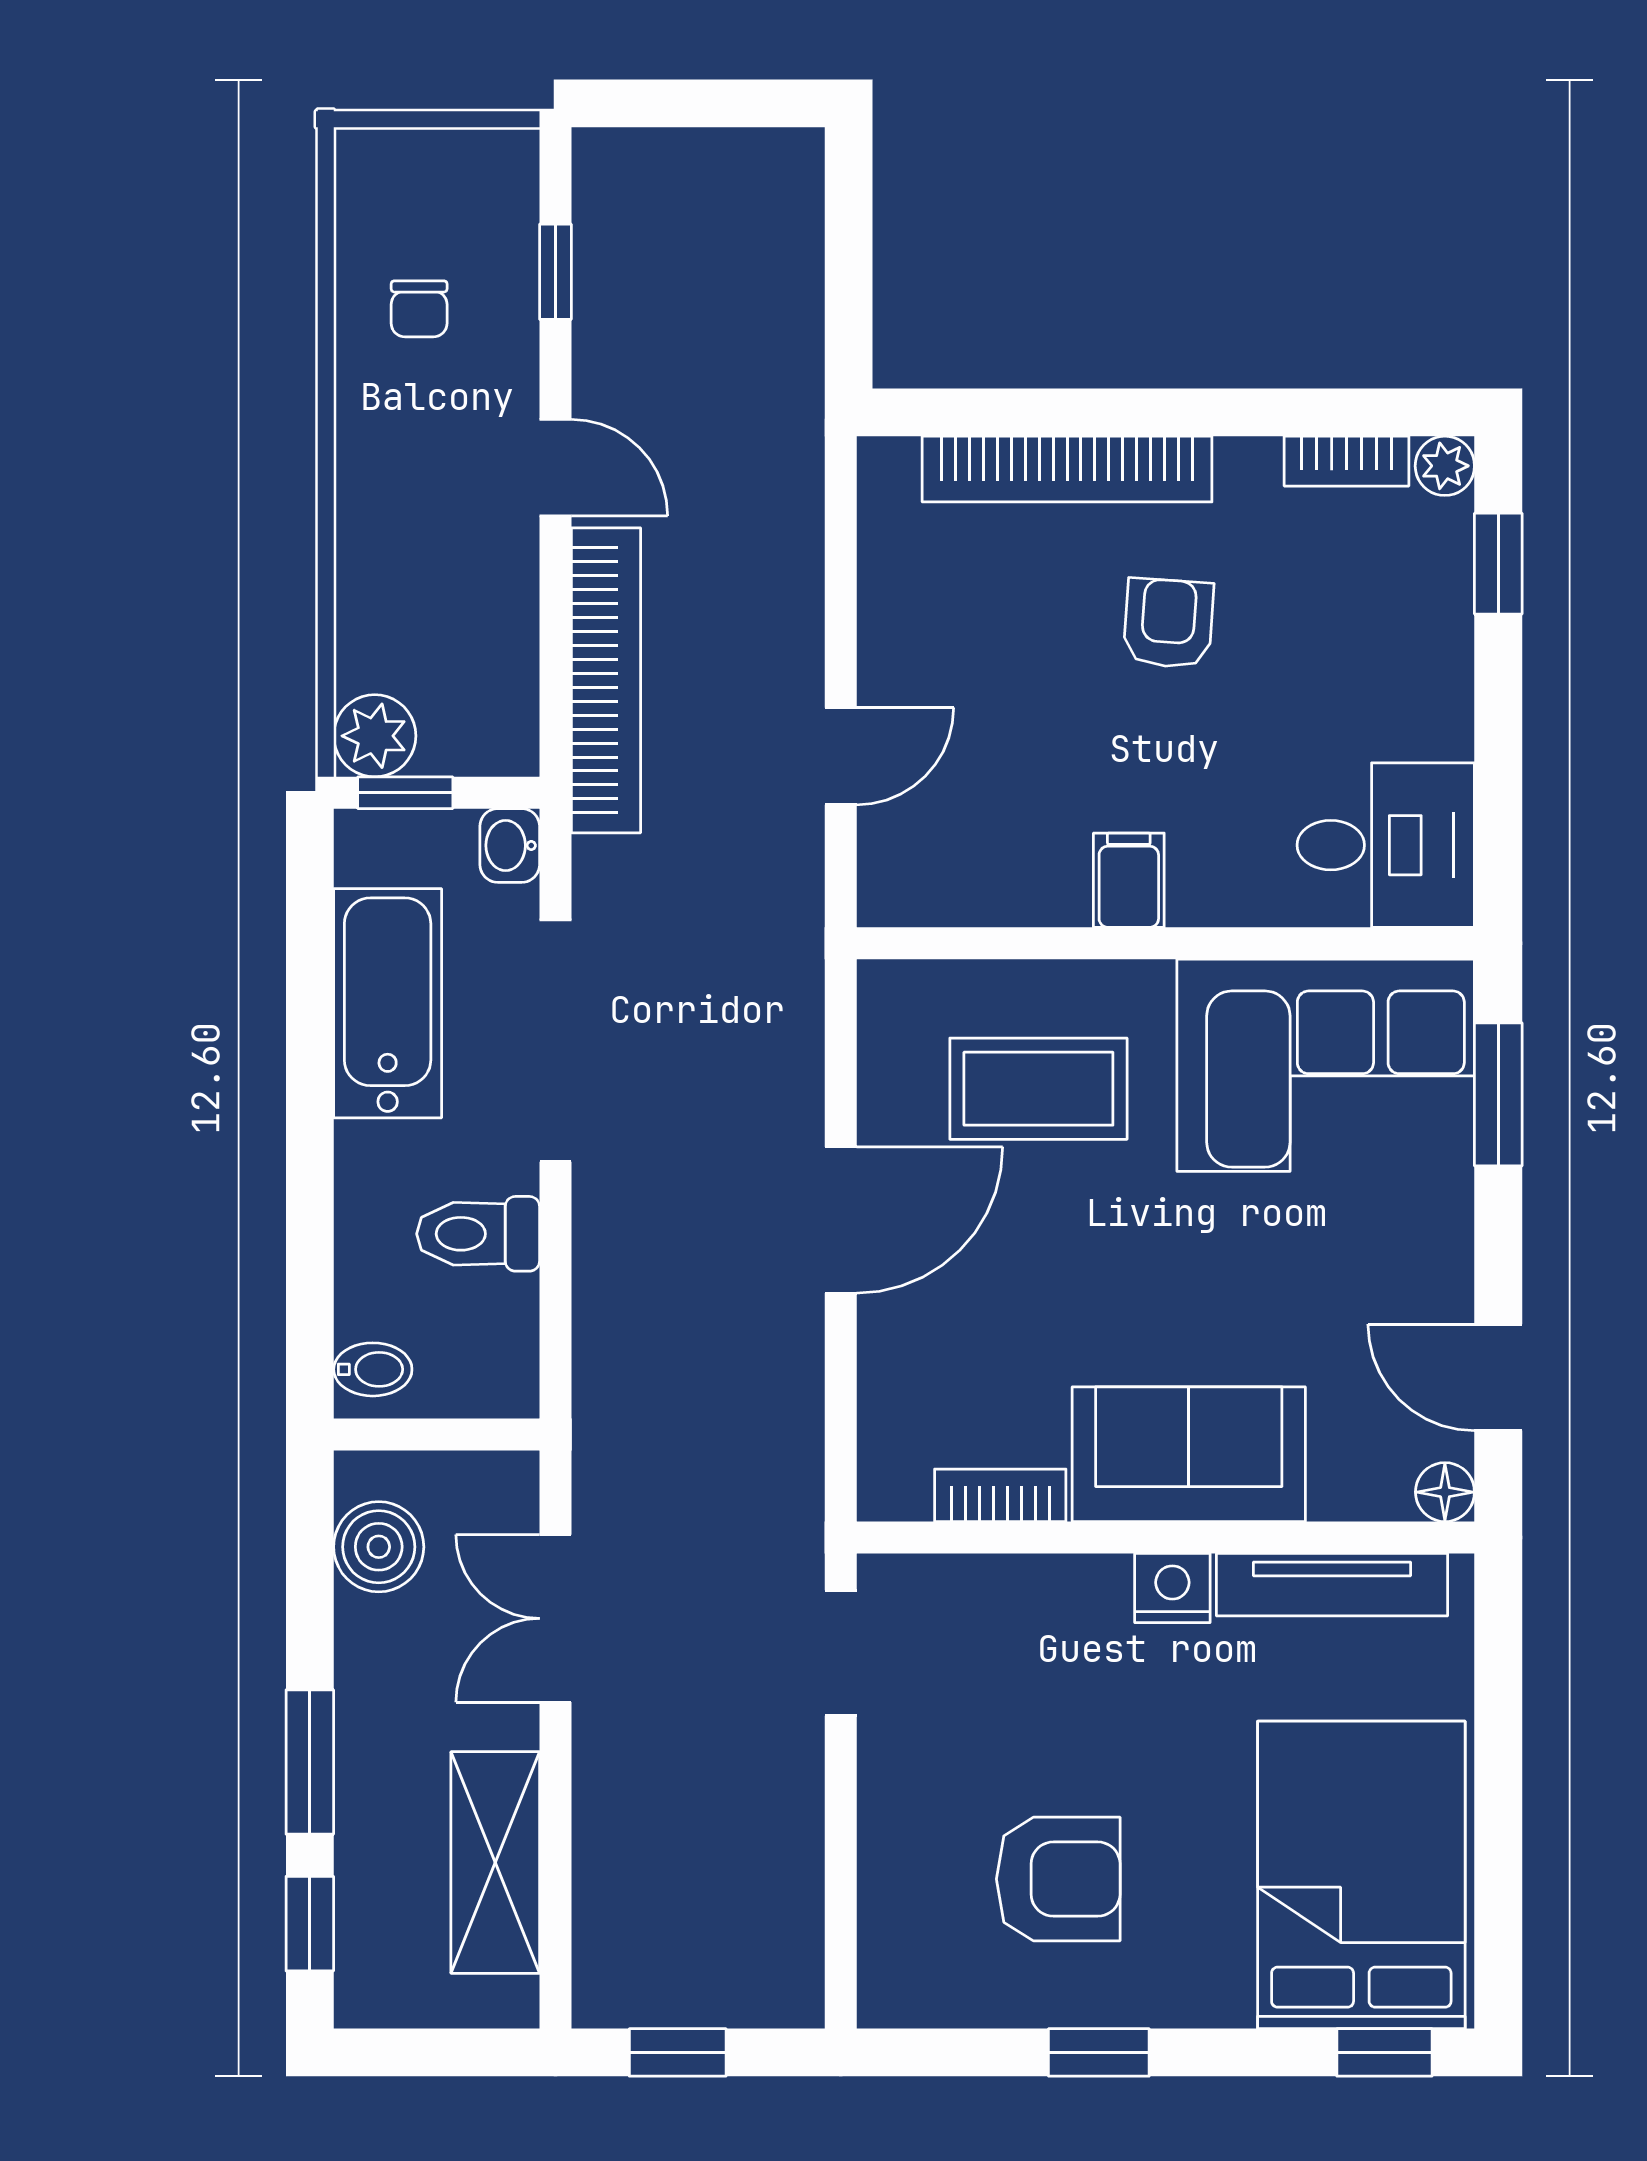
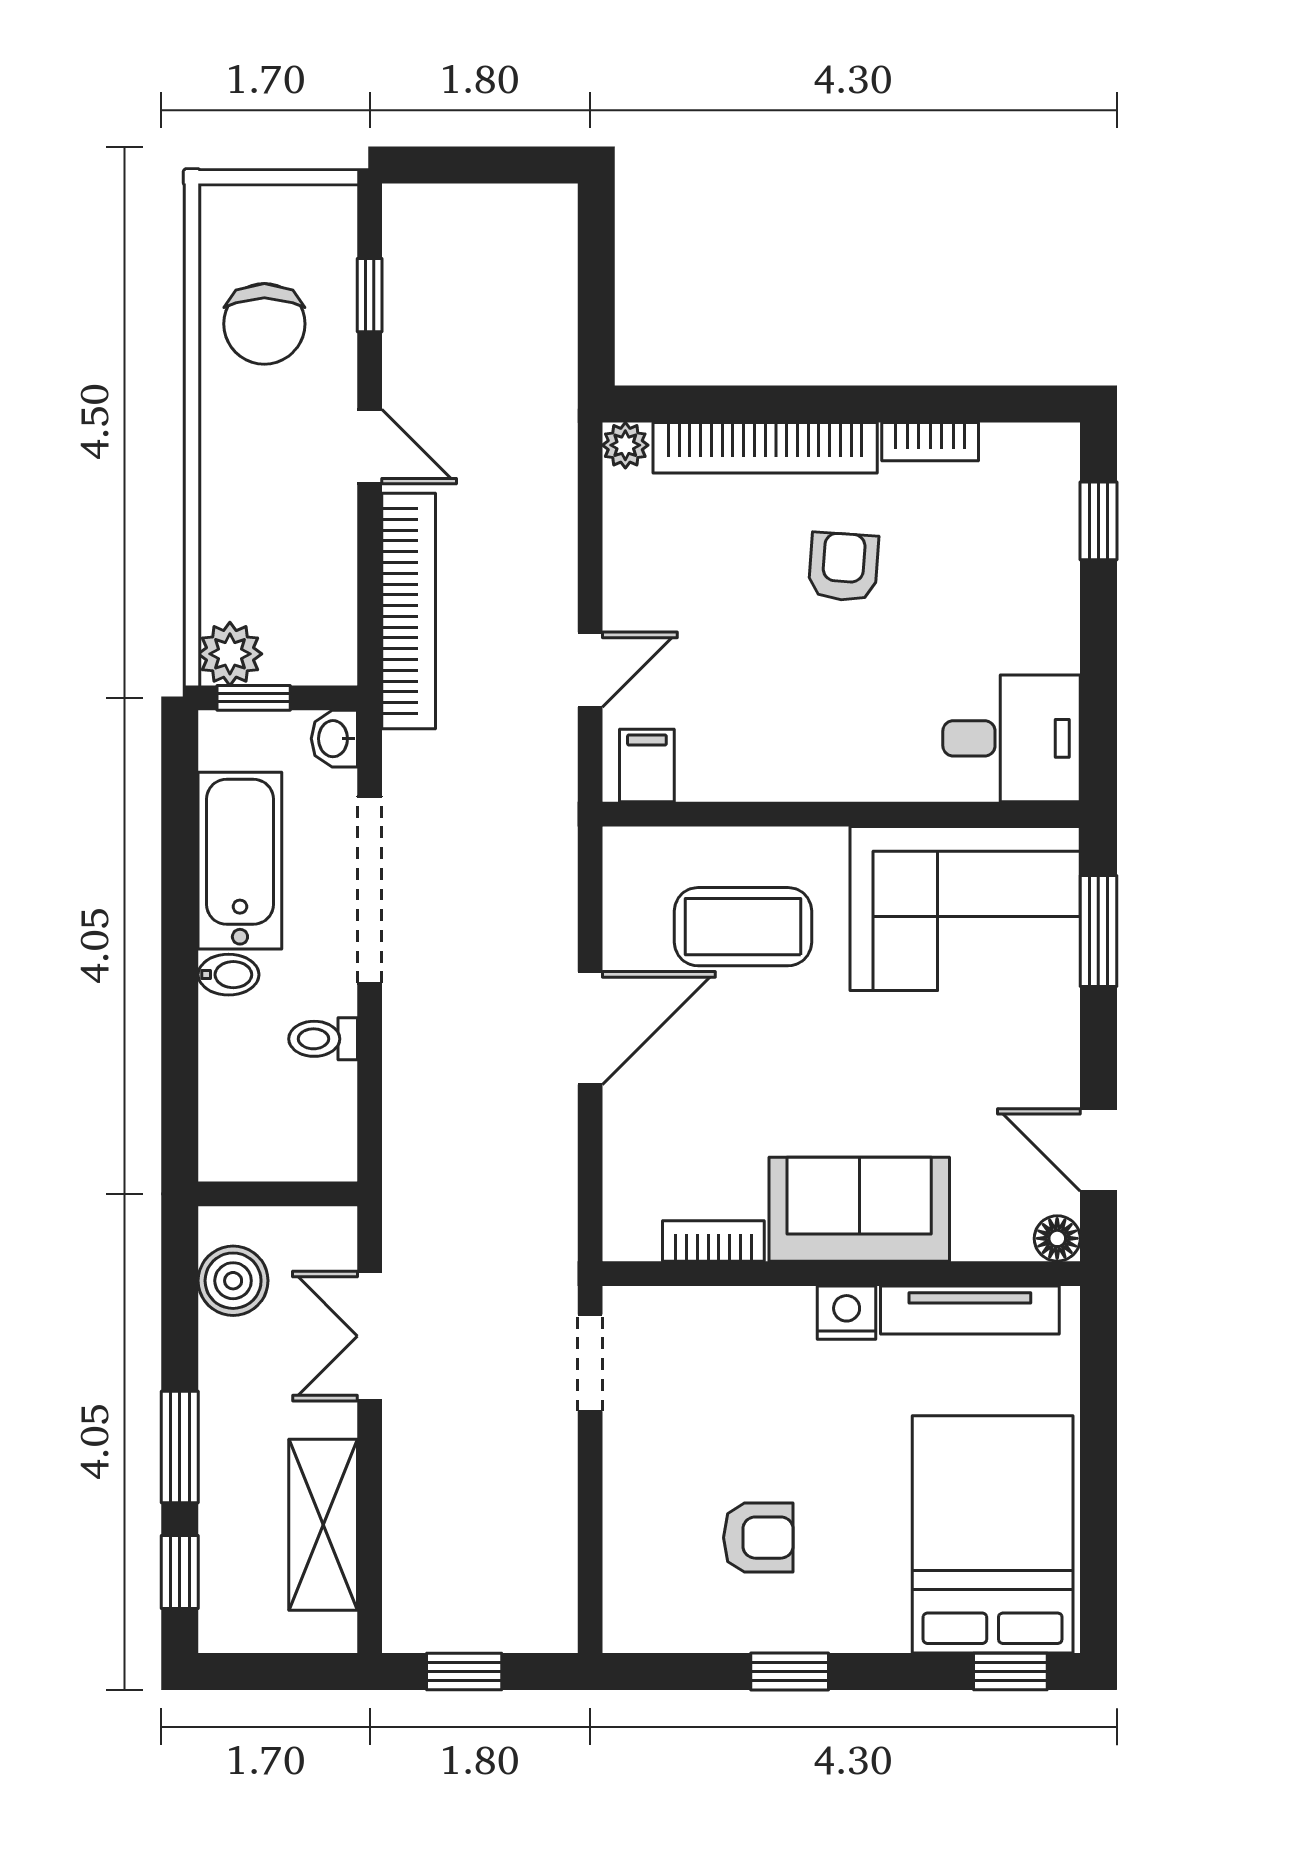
chair: (419, 309) -> (264, 324), width x1.87, depth x1.87
bookcase: (1347, 461) -> (930, 442), moved
plant: (1445, 466) -> (625, 445), moved
filing cabinet: (1129, 880) -> (647, 766), moved
toilet: (478, 1234) -> (323, 1039), width x0.73, depth x0.72
bidet: (373, 1369) -> (229, 975), moved
armchair: (1058, 1879) -> (758, 1538), width x0.72, depth x0.72

